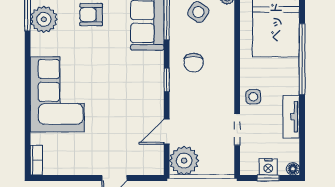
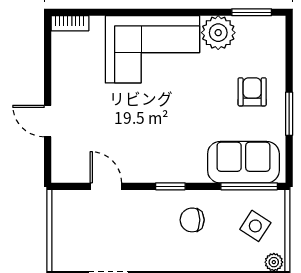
plant: (44, 19) -> (218, 33), moved
plant: (184, 161) -> (69, 208), removed

